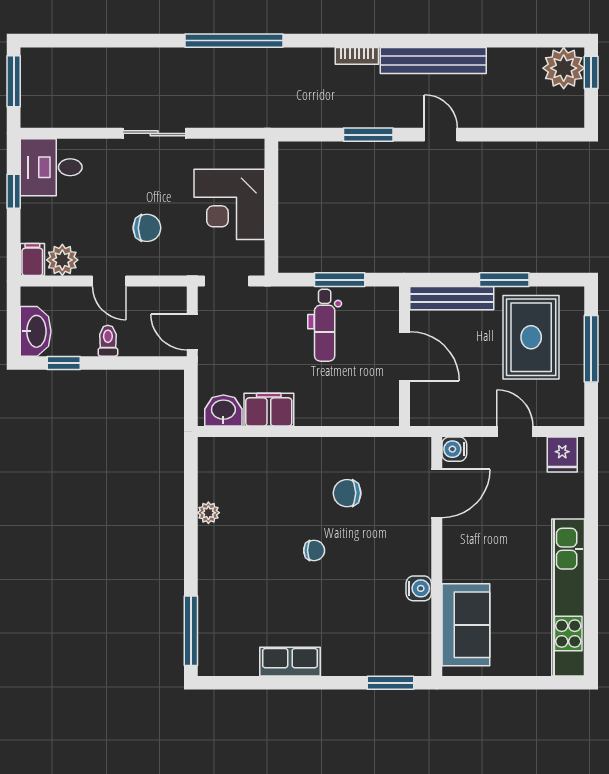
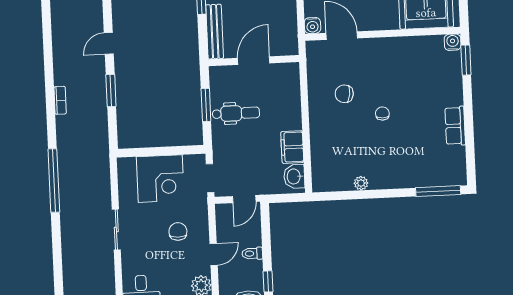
bench: (433, 60) -> (61, 51), removed
chair: (347, 493) -> (344, 94), turned 97
water cooler: (419, 588) -> (453, 42), moved

